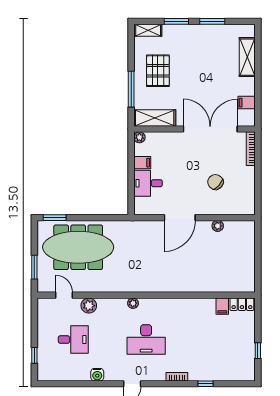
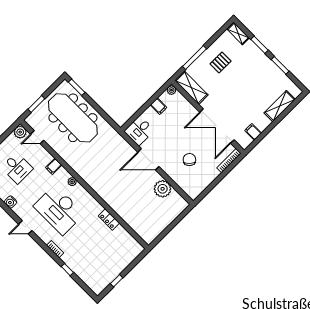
pallet: (158, 71) -> (221, 62), width x0.67, depth x0.71
double door: (210, 129) -> (217, 126), swing flipped
desk: (148, 183) -> (139, 131), moved, turned -90
plant: (218, 226) -> (163, 189), width x1.88, depth x1.88
door: (64, 295) -> (37, 137), swing flipped
locker: (242, 304) -> (109, 219), moved
plant: (89, 306) -> (20, 132), moved
filing cabinet: (222, 306) -> (54, 166), moved
desk: (146, 339) -> (59, 210), width x1.36, depth x1.30

